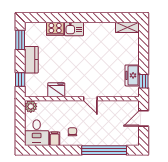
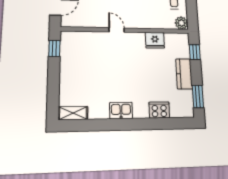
kitchen sink: (74, 29) -> (121, 110), moved
freezer: (132, 75) -> (68, 55), removed

